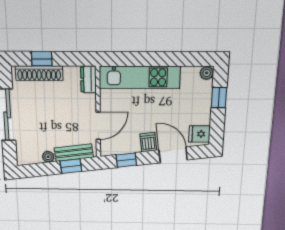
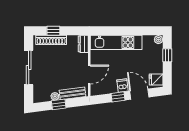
window: (126, 160) -> (118, 97), moved
window: (71, 166) -> (59, 104), moved

